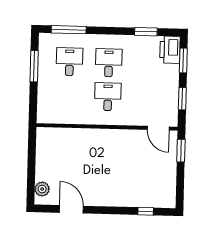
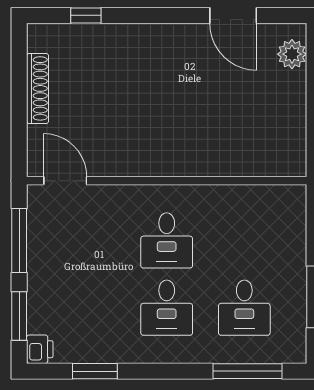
printer: (170, 50) -> (40, 349), width x0.53, depth x0.68
window: (182, 99) -> (19, 241), width x1.44
window: (181, 151) -> (19, 137), removed
shoe rack: (171, 175) -> (38, 88), added

